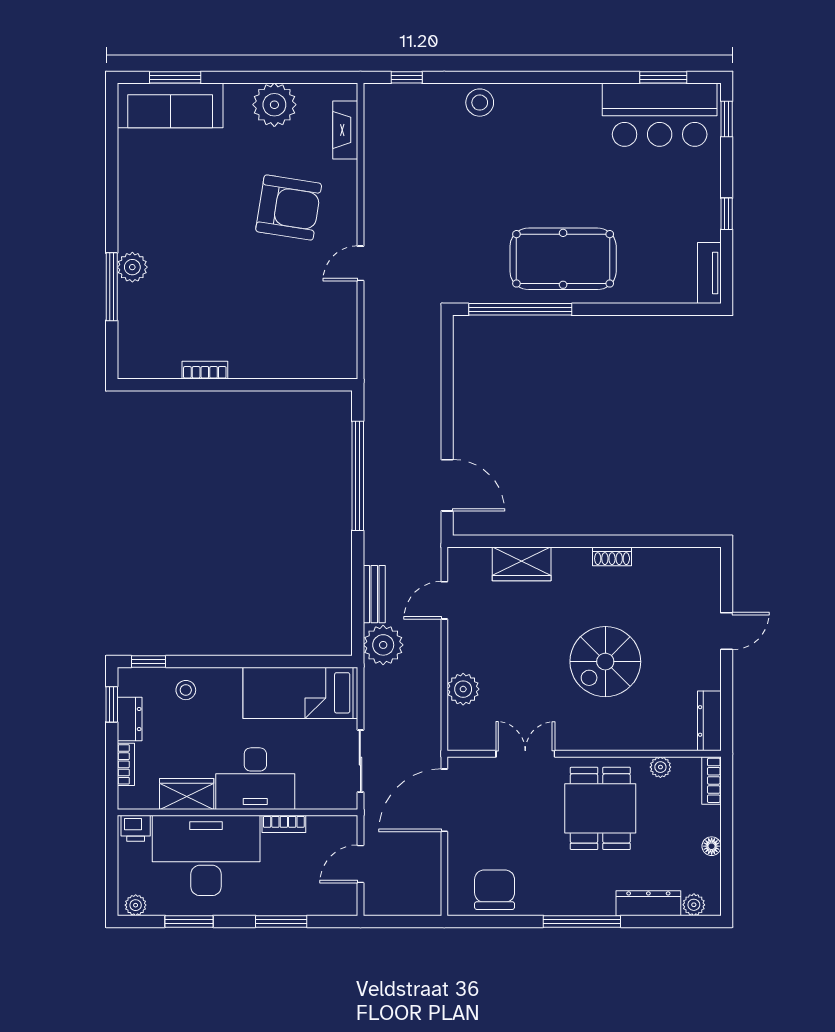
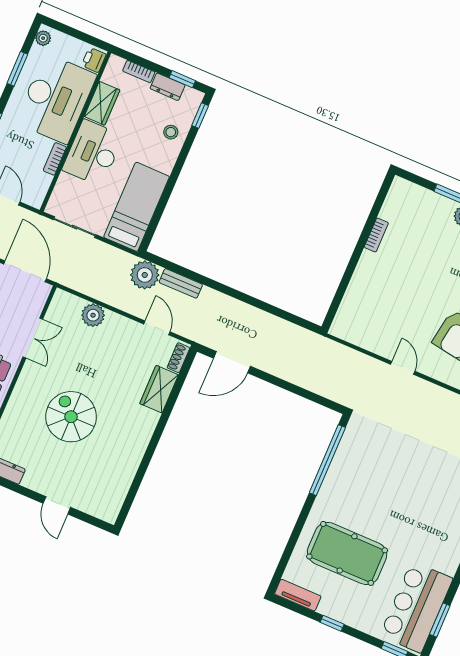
pool table: (563, 259) -> (347, 553), moved, turned 90
window: (358, 476) -> (263, 306), removed
shoe rack: (612, 556) -> (178, 358), moved

